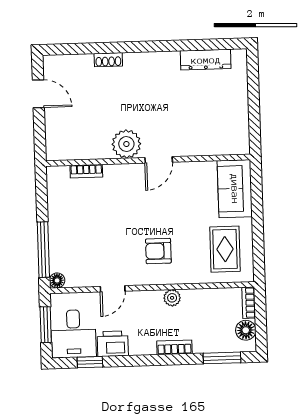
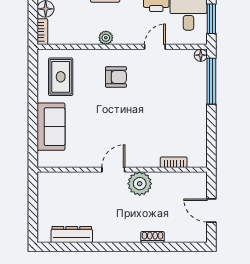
plant: (126, 144) -> (140, 184), moved
wall: (148, 160) -> (122, 170), moved
door: (159, 160) -> (113, 170), moved
bookcase: (86, 171) -> (174, 162), moved

